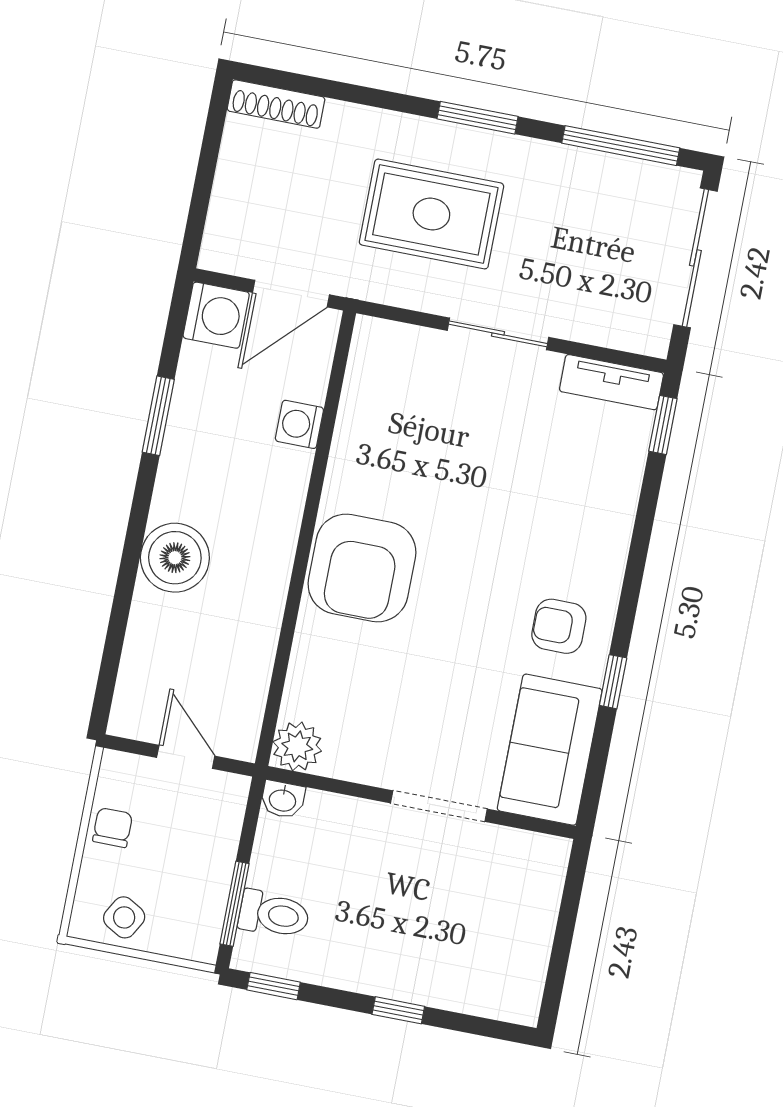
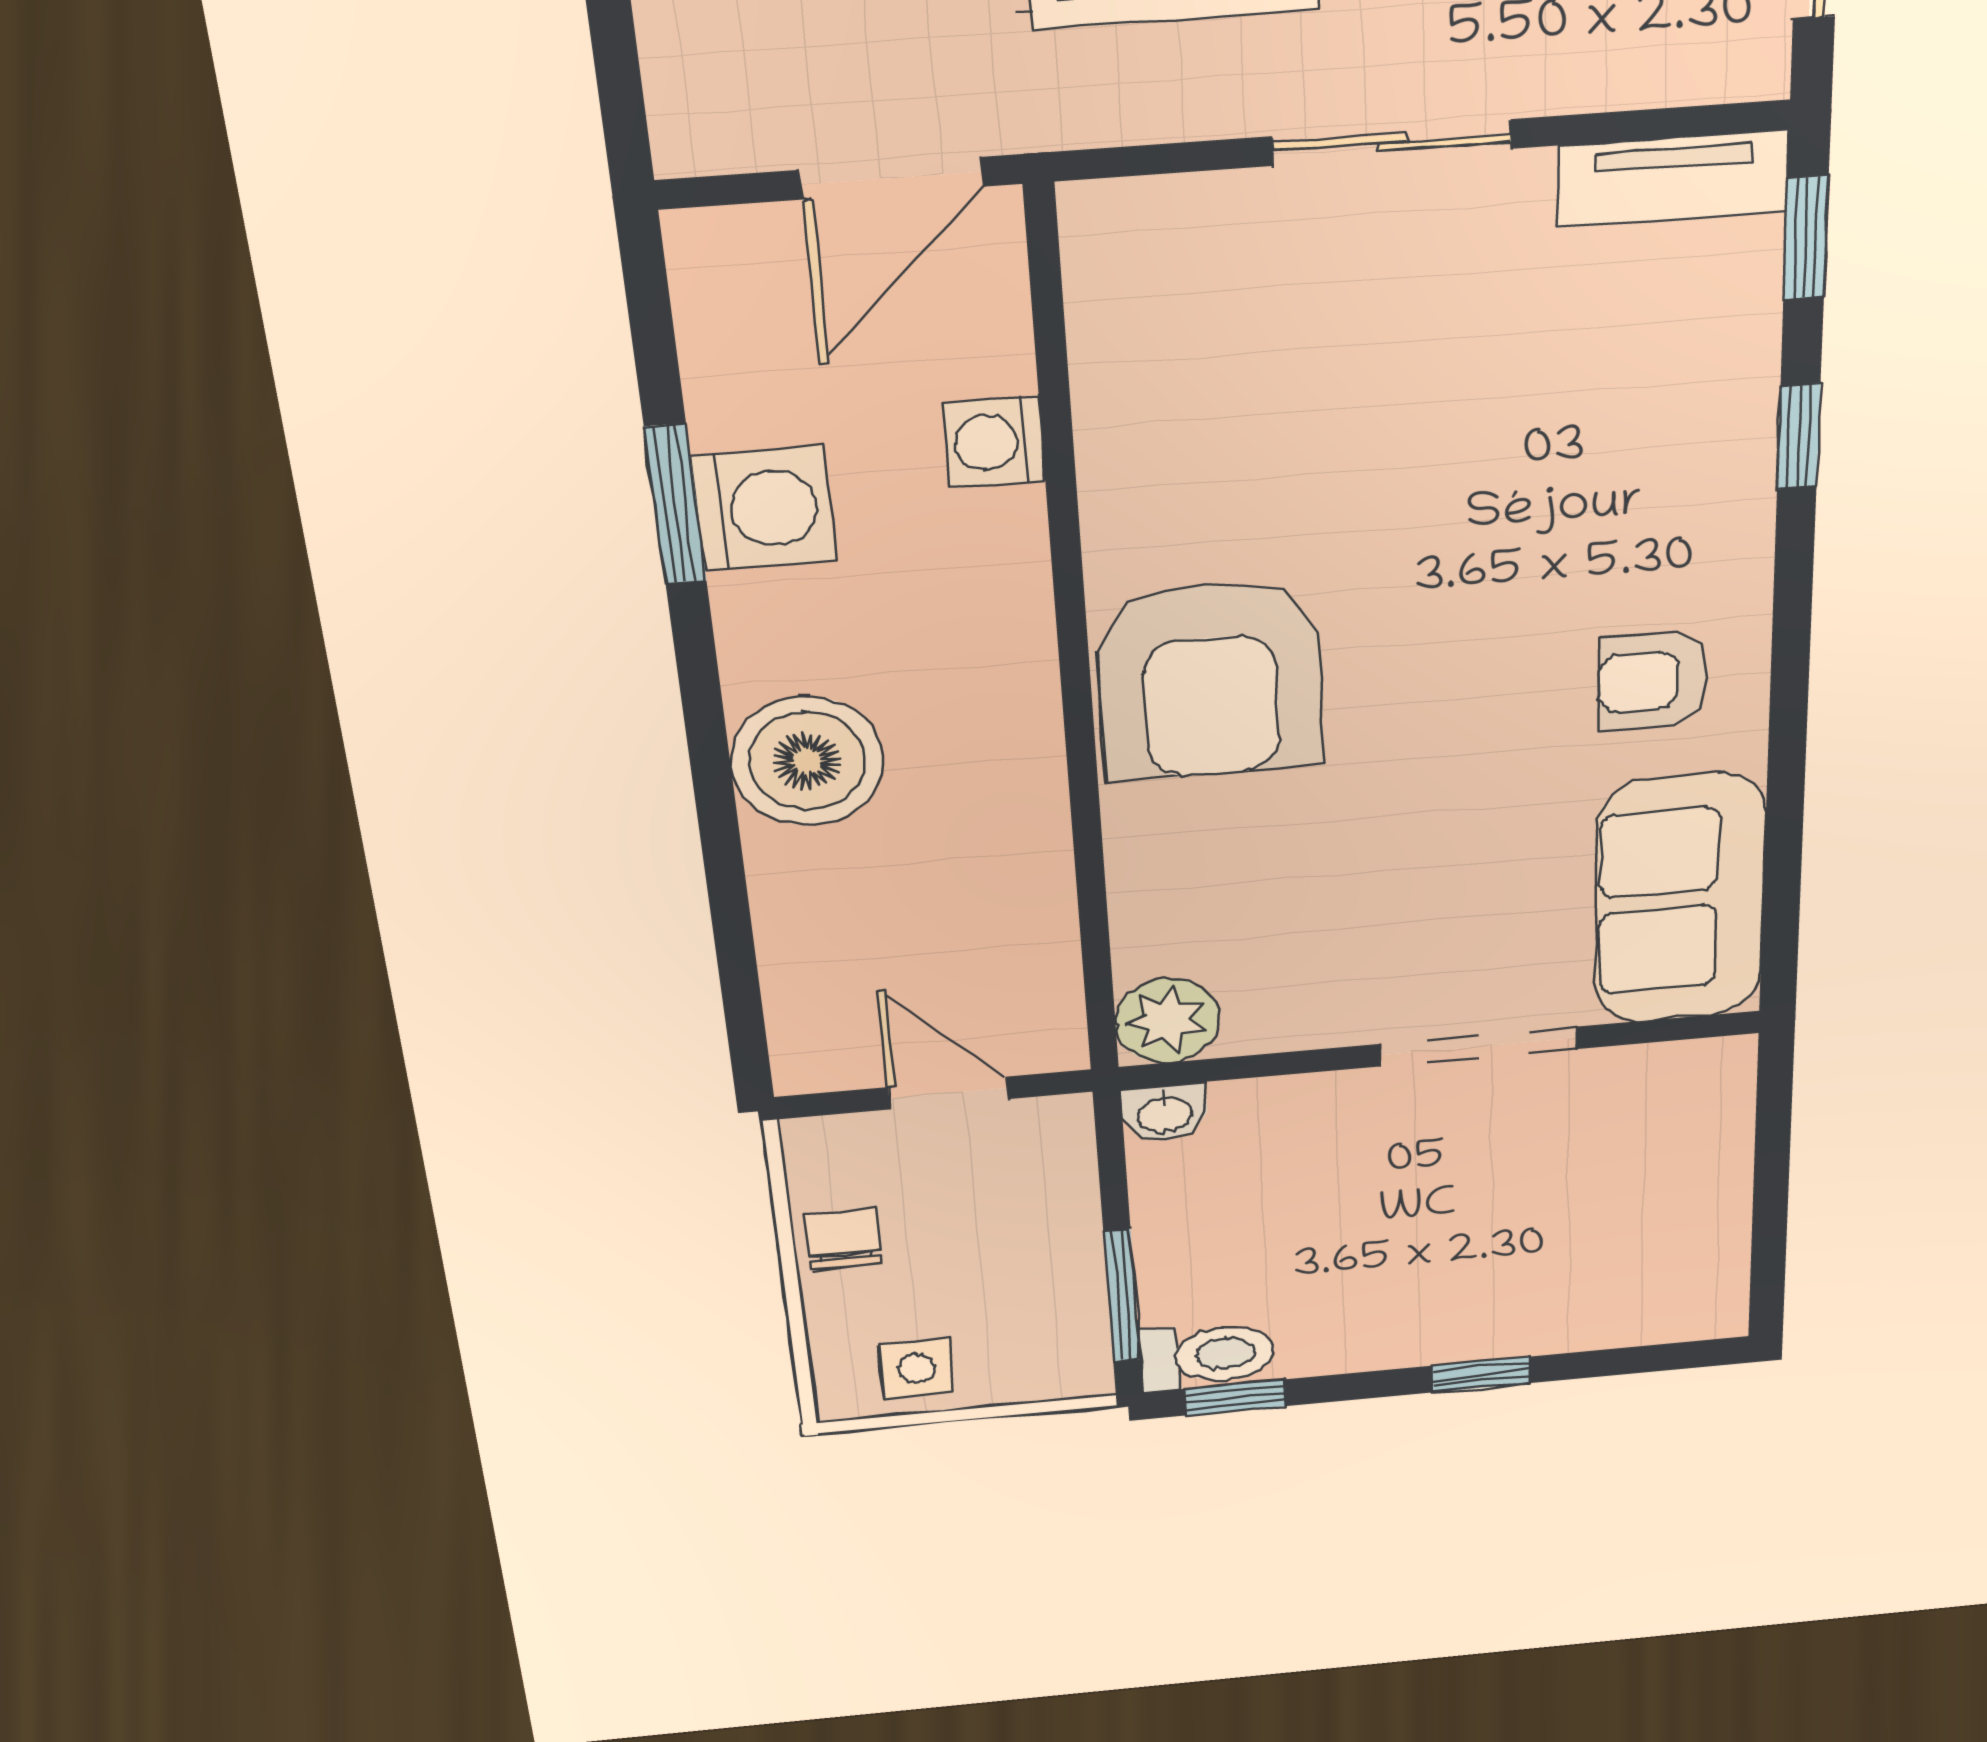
washing machine: (216, 315) -> (764, 508), moved
window: (613, 682) -> (1799, 436), moved
toilet: (274, 914) -> (1207, 1355), moved
side table: (124, 917) -> (917, 1368), turned -30

